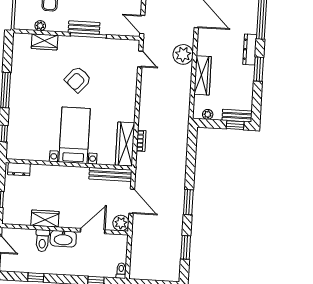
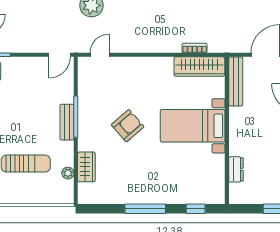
armchair: (78, 79) -> (128, 126), turned -82
dresser: (19, 169) -> (236, 169), moved

